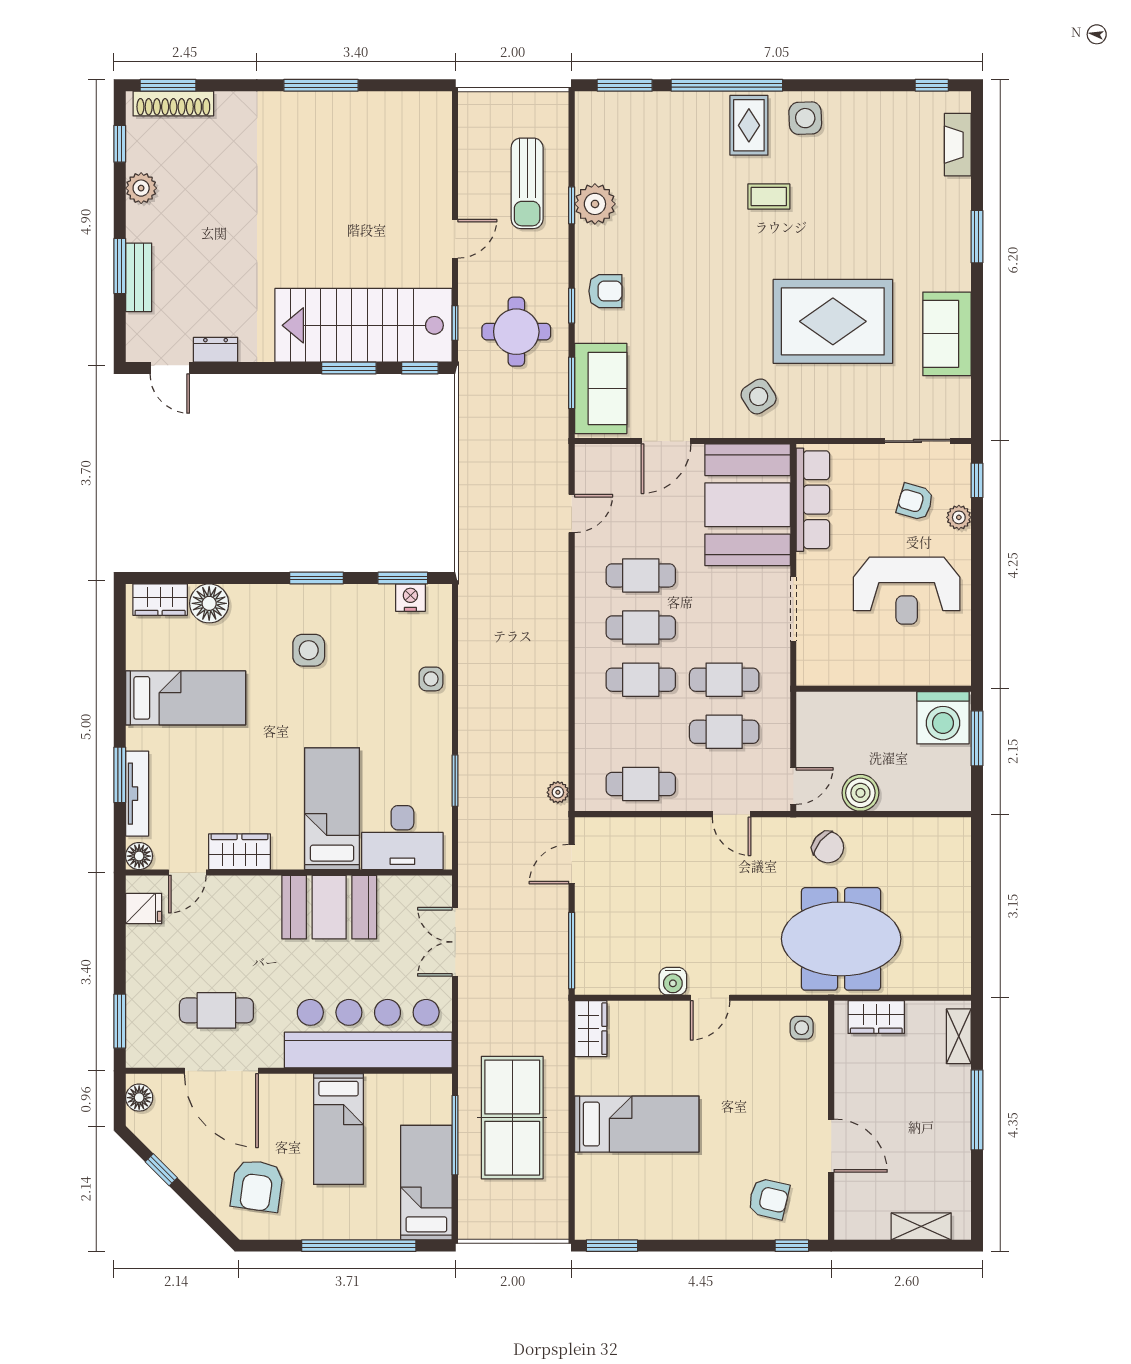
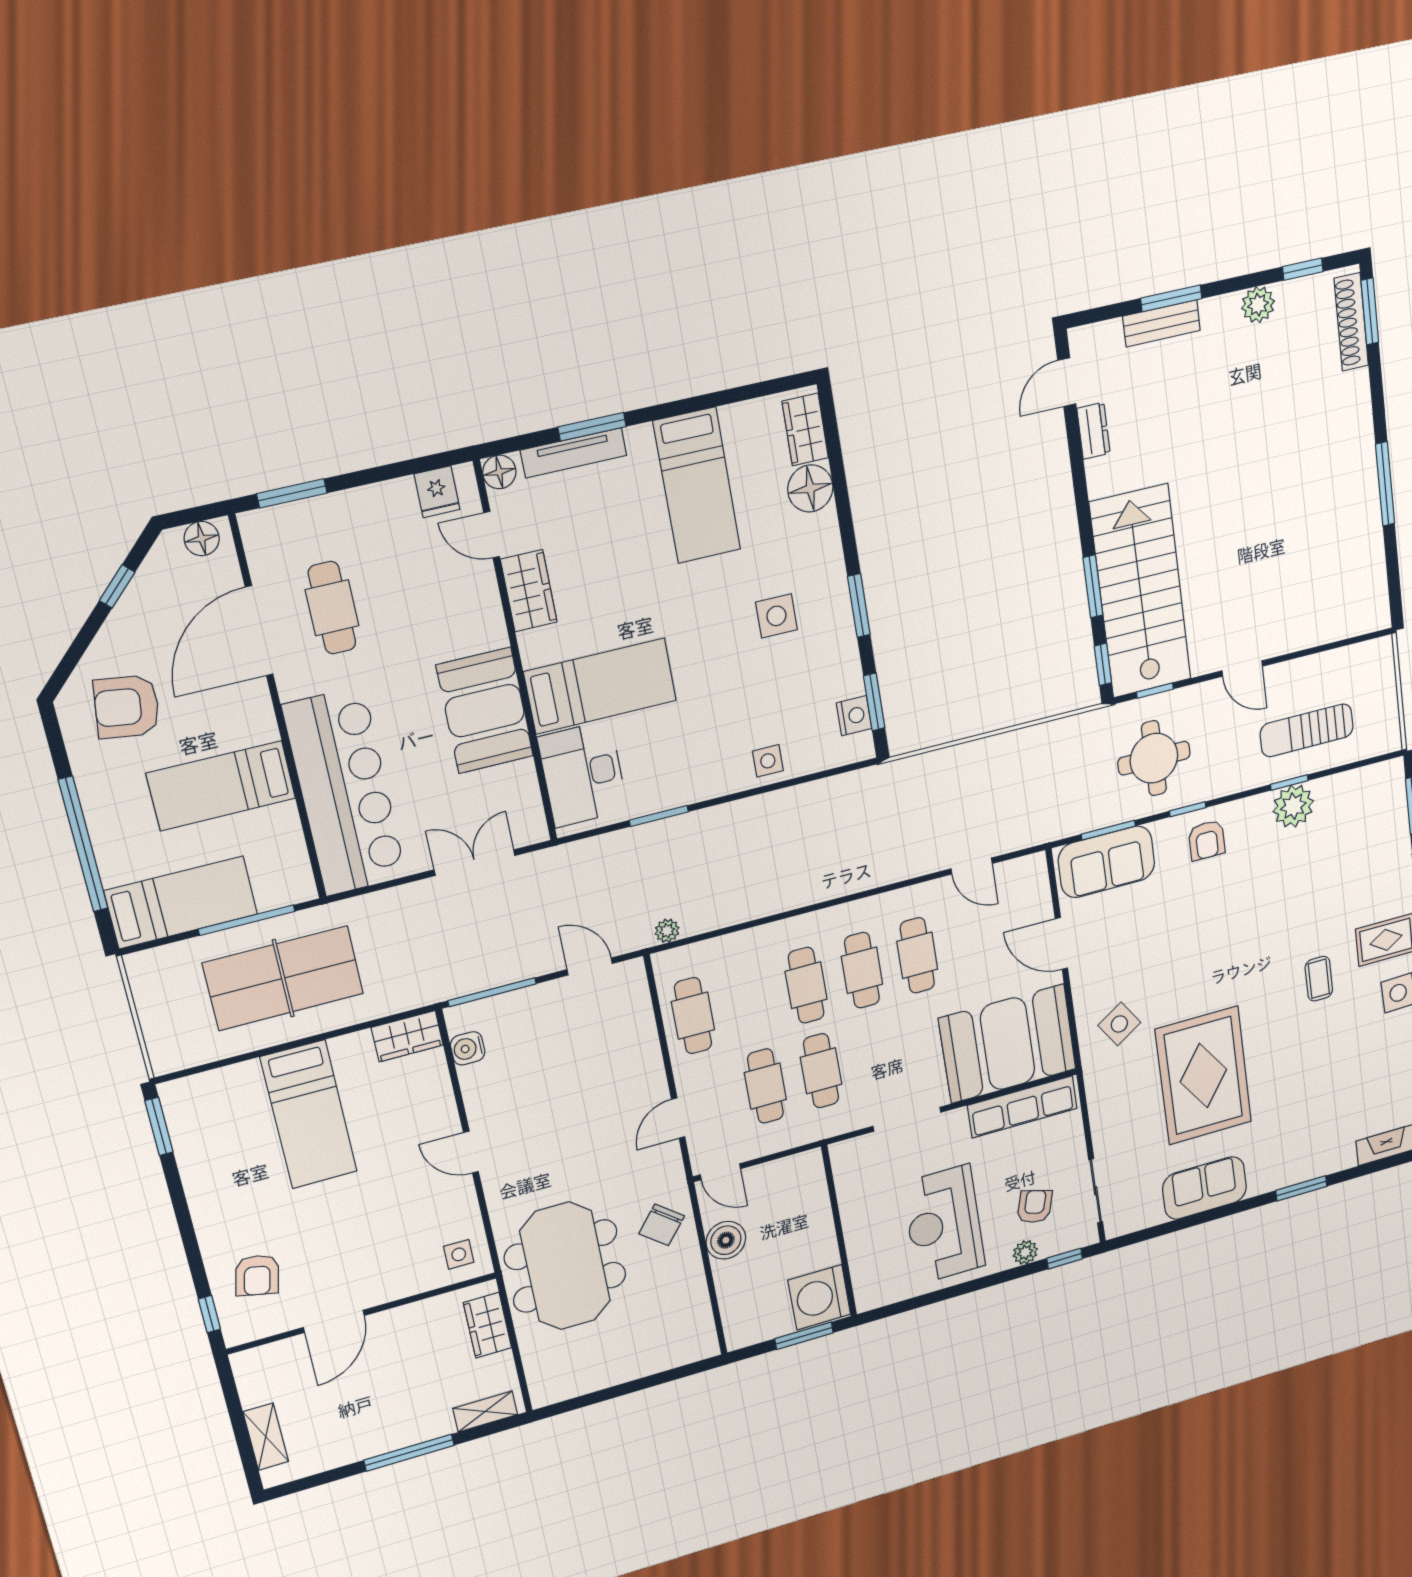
water cooler: (673, 981) -> (468, 1048), moved

